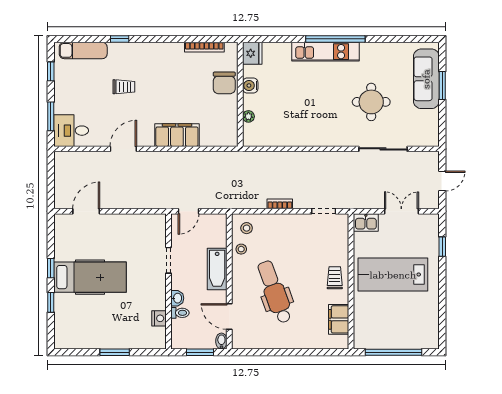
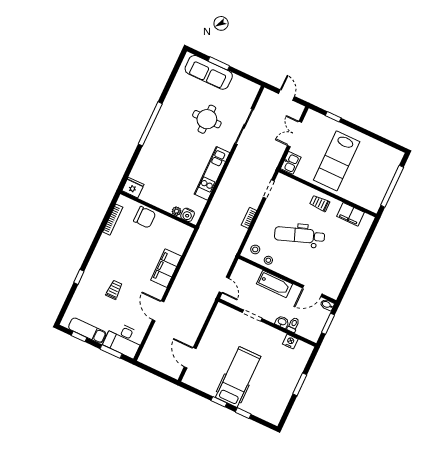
exam couch: (83, 50) -> (87, 331), moved, turned -90
kitchen unit: (326, 52) -> (212, 173), moved, turned 180
water cooler: (250, 86) -> (188, 215), moved
desk: (71, 131) -> (124, 340), width x1.37
dental chair: (275, 292) -> (300, 235), moved

